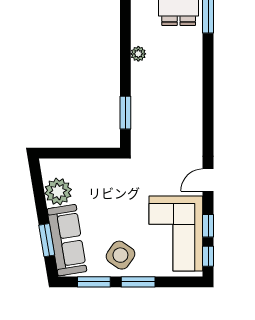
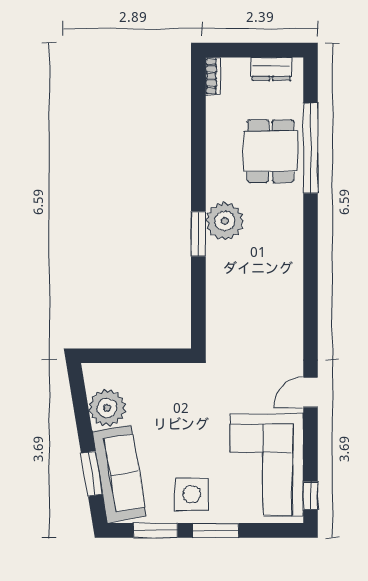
plant: (138, 54) -> (225, 221), width x1.88, depth x1.88
window: (125, 113) -> (198, 234), moved
window: (208, 226) -> (311, 454), removed
side table: (120, 255) -> (192, 494), turned -35

